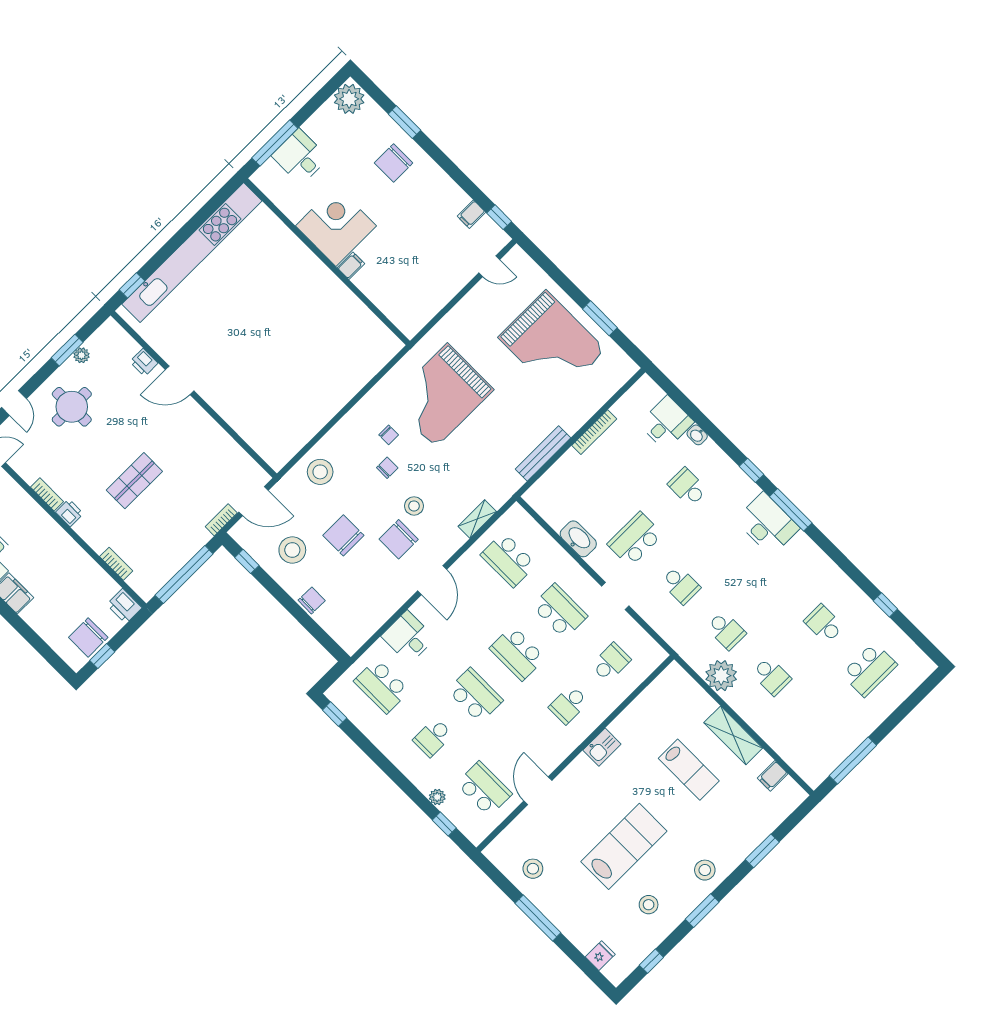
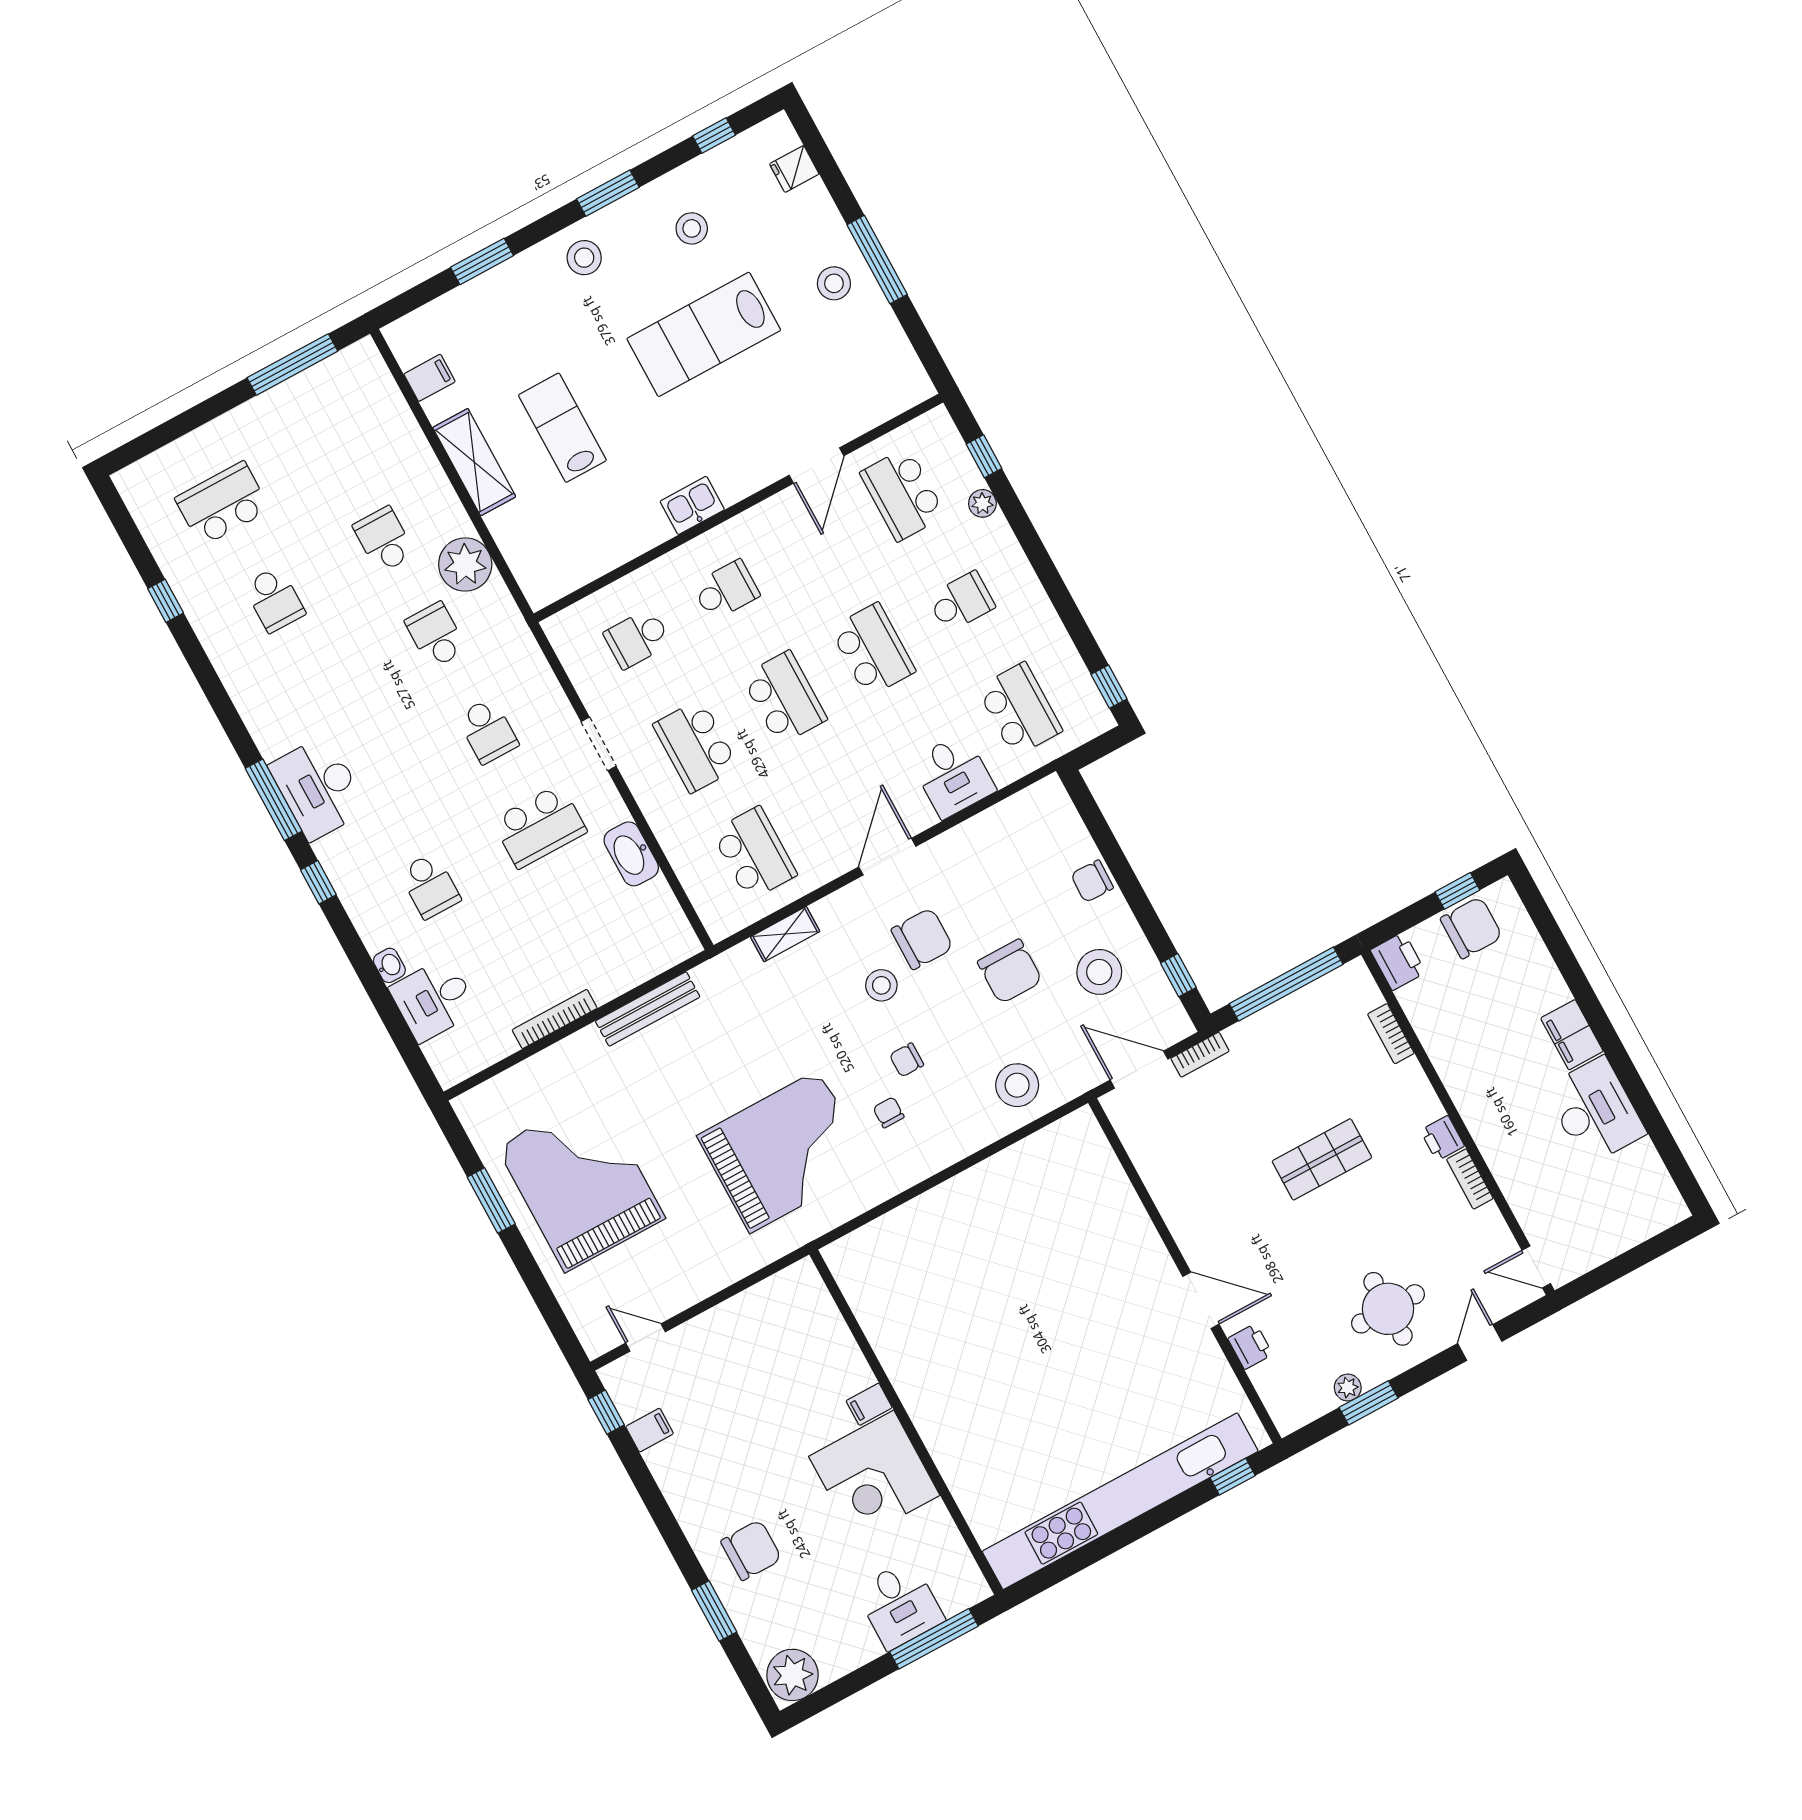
school desk: (681, 585) -> (488, 731), turned 180
school desk: (475, 695) -> (873, 650), turned 180
stool: (533, 869) -> (834, 283), moved

